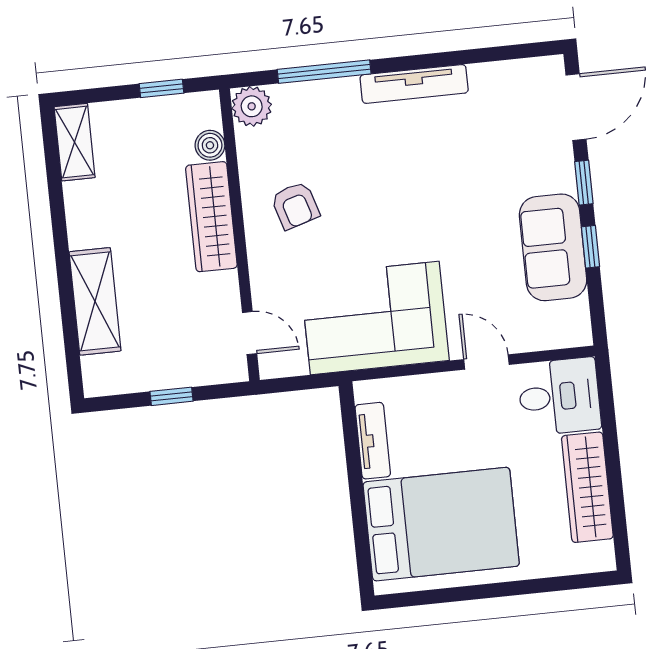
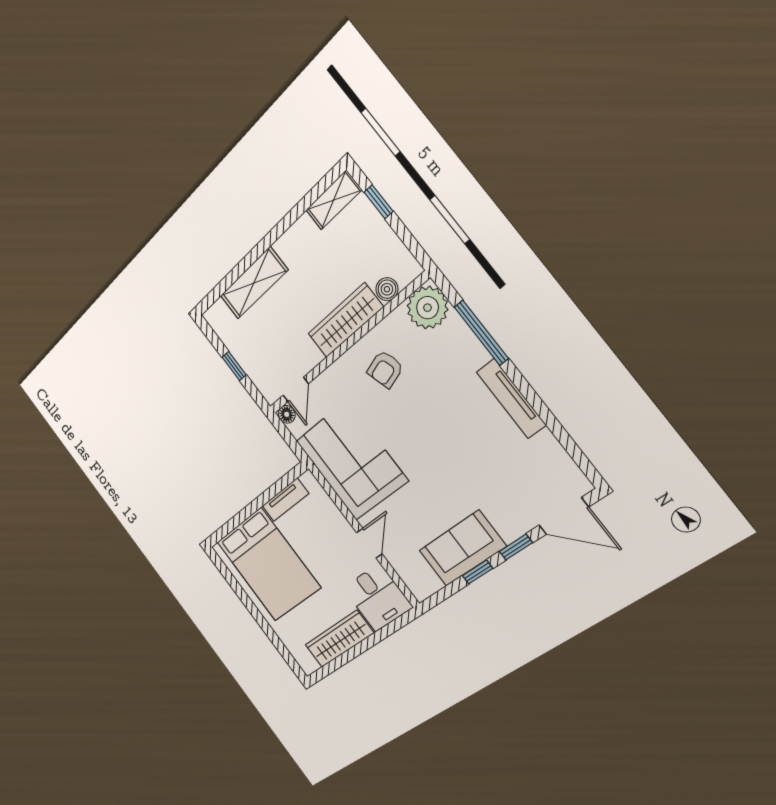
window: (162, 88) -> (379, 202), moved
plant: (252, 106) -> (427, 308), width x1.36, depth x1.36
floor lamp: (271, 366) -> (287, 414), added

